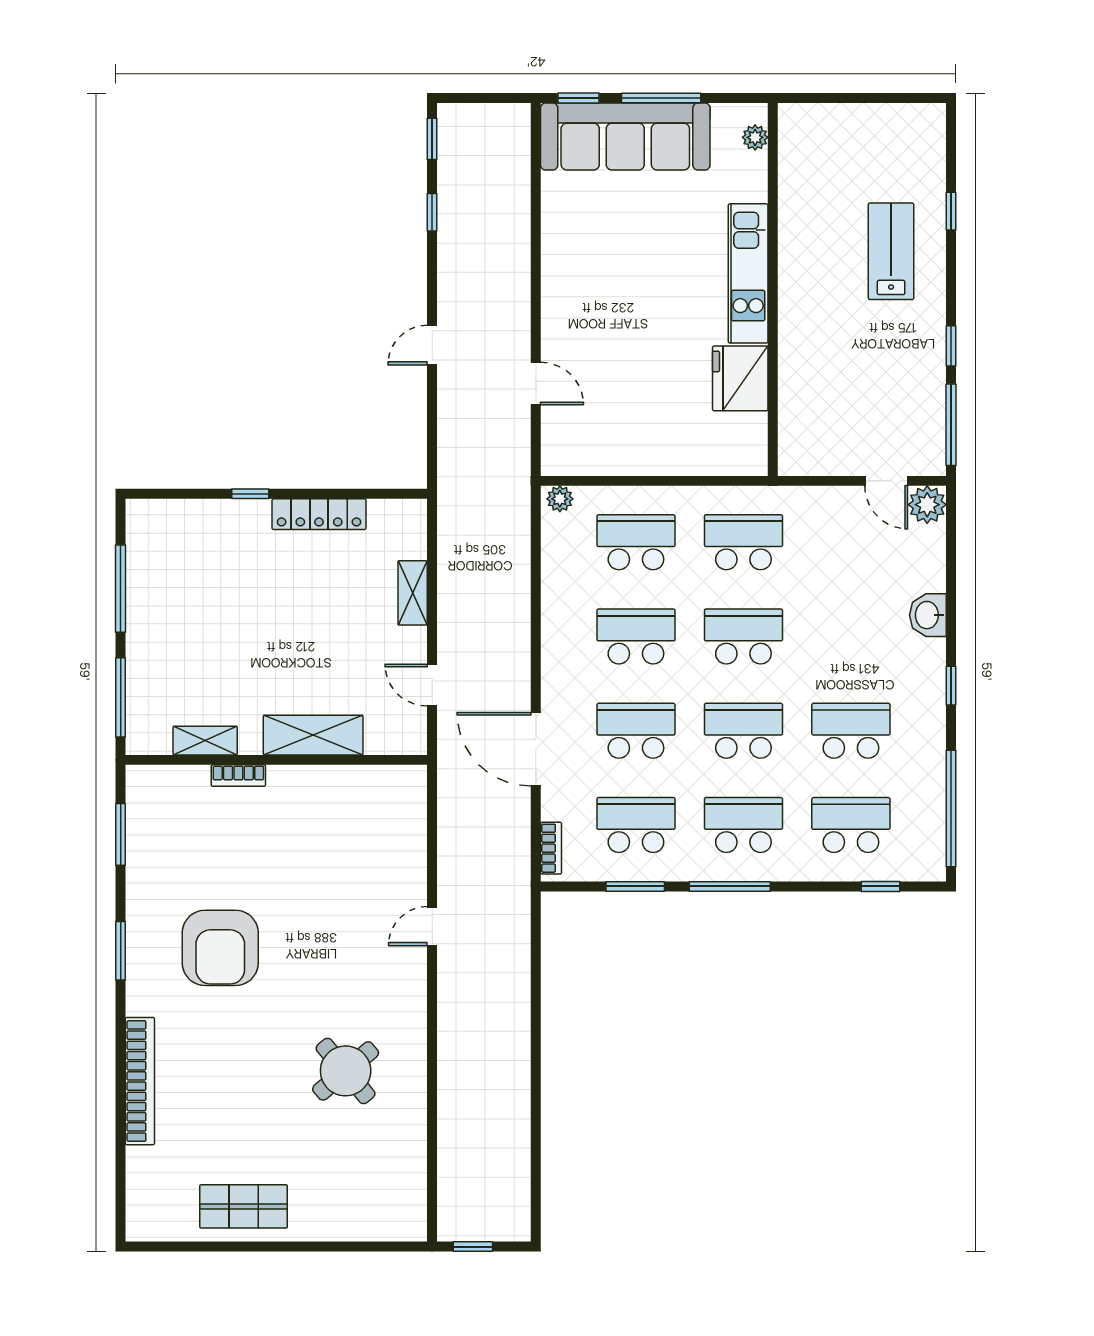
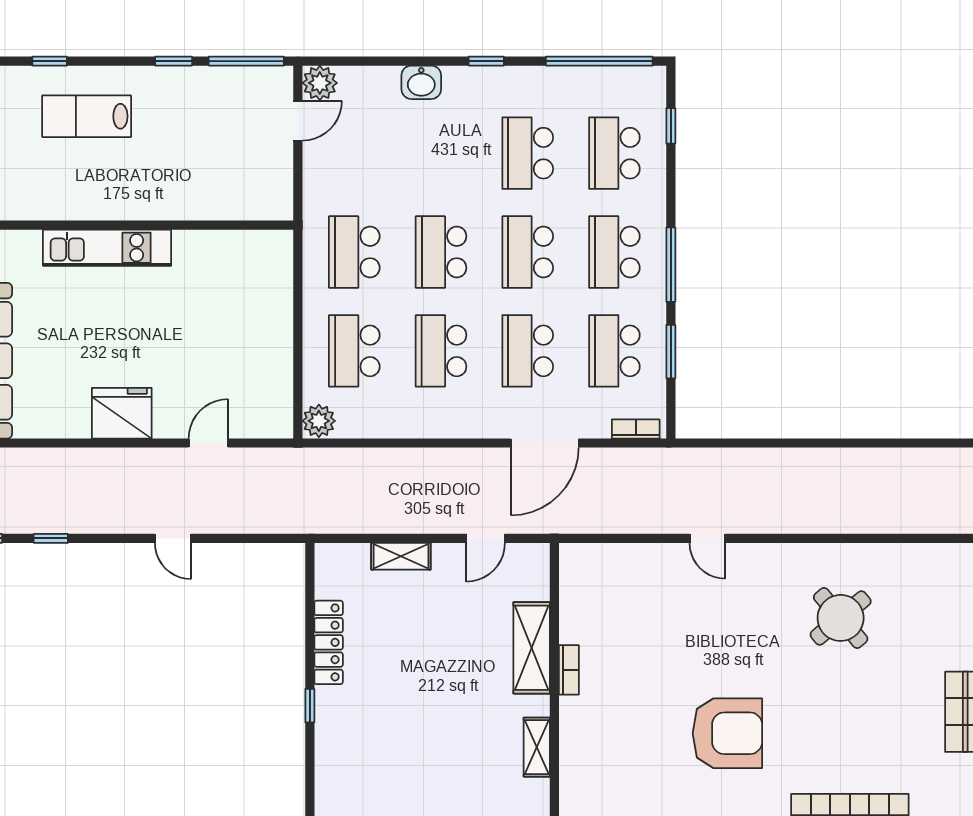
fridge: (740, 378) -> (122, 413), moved, turned 180
plant: (560, 499) -> (319, 421), width x1.38, depth x1.38
bookcase: (238, 776) -> (569, 670), moved

